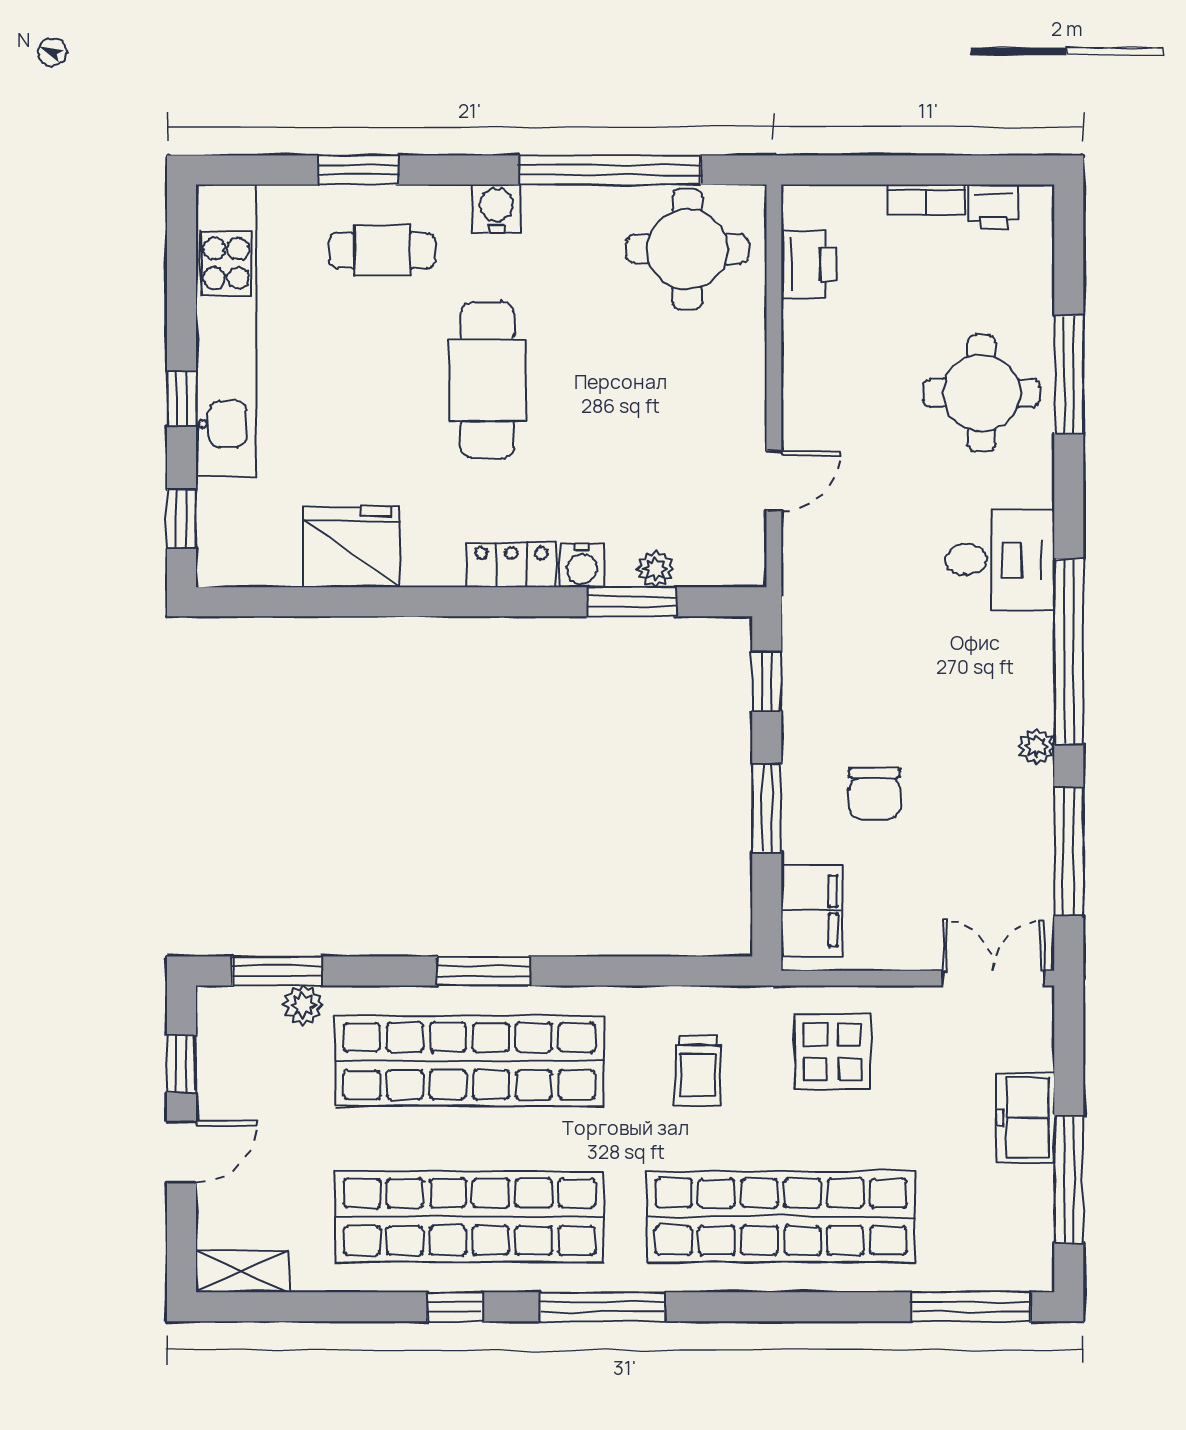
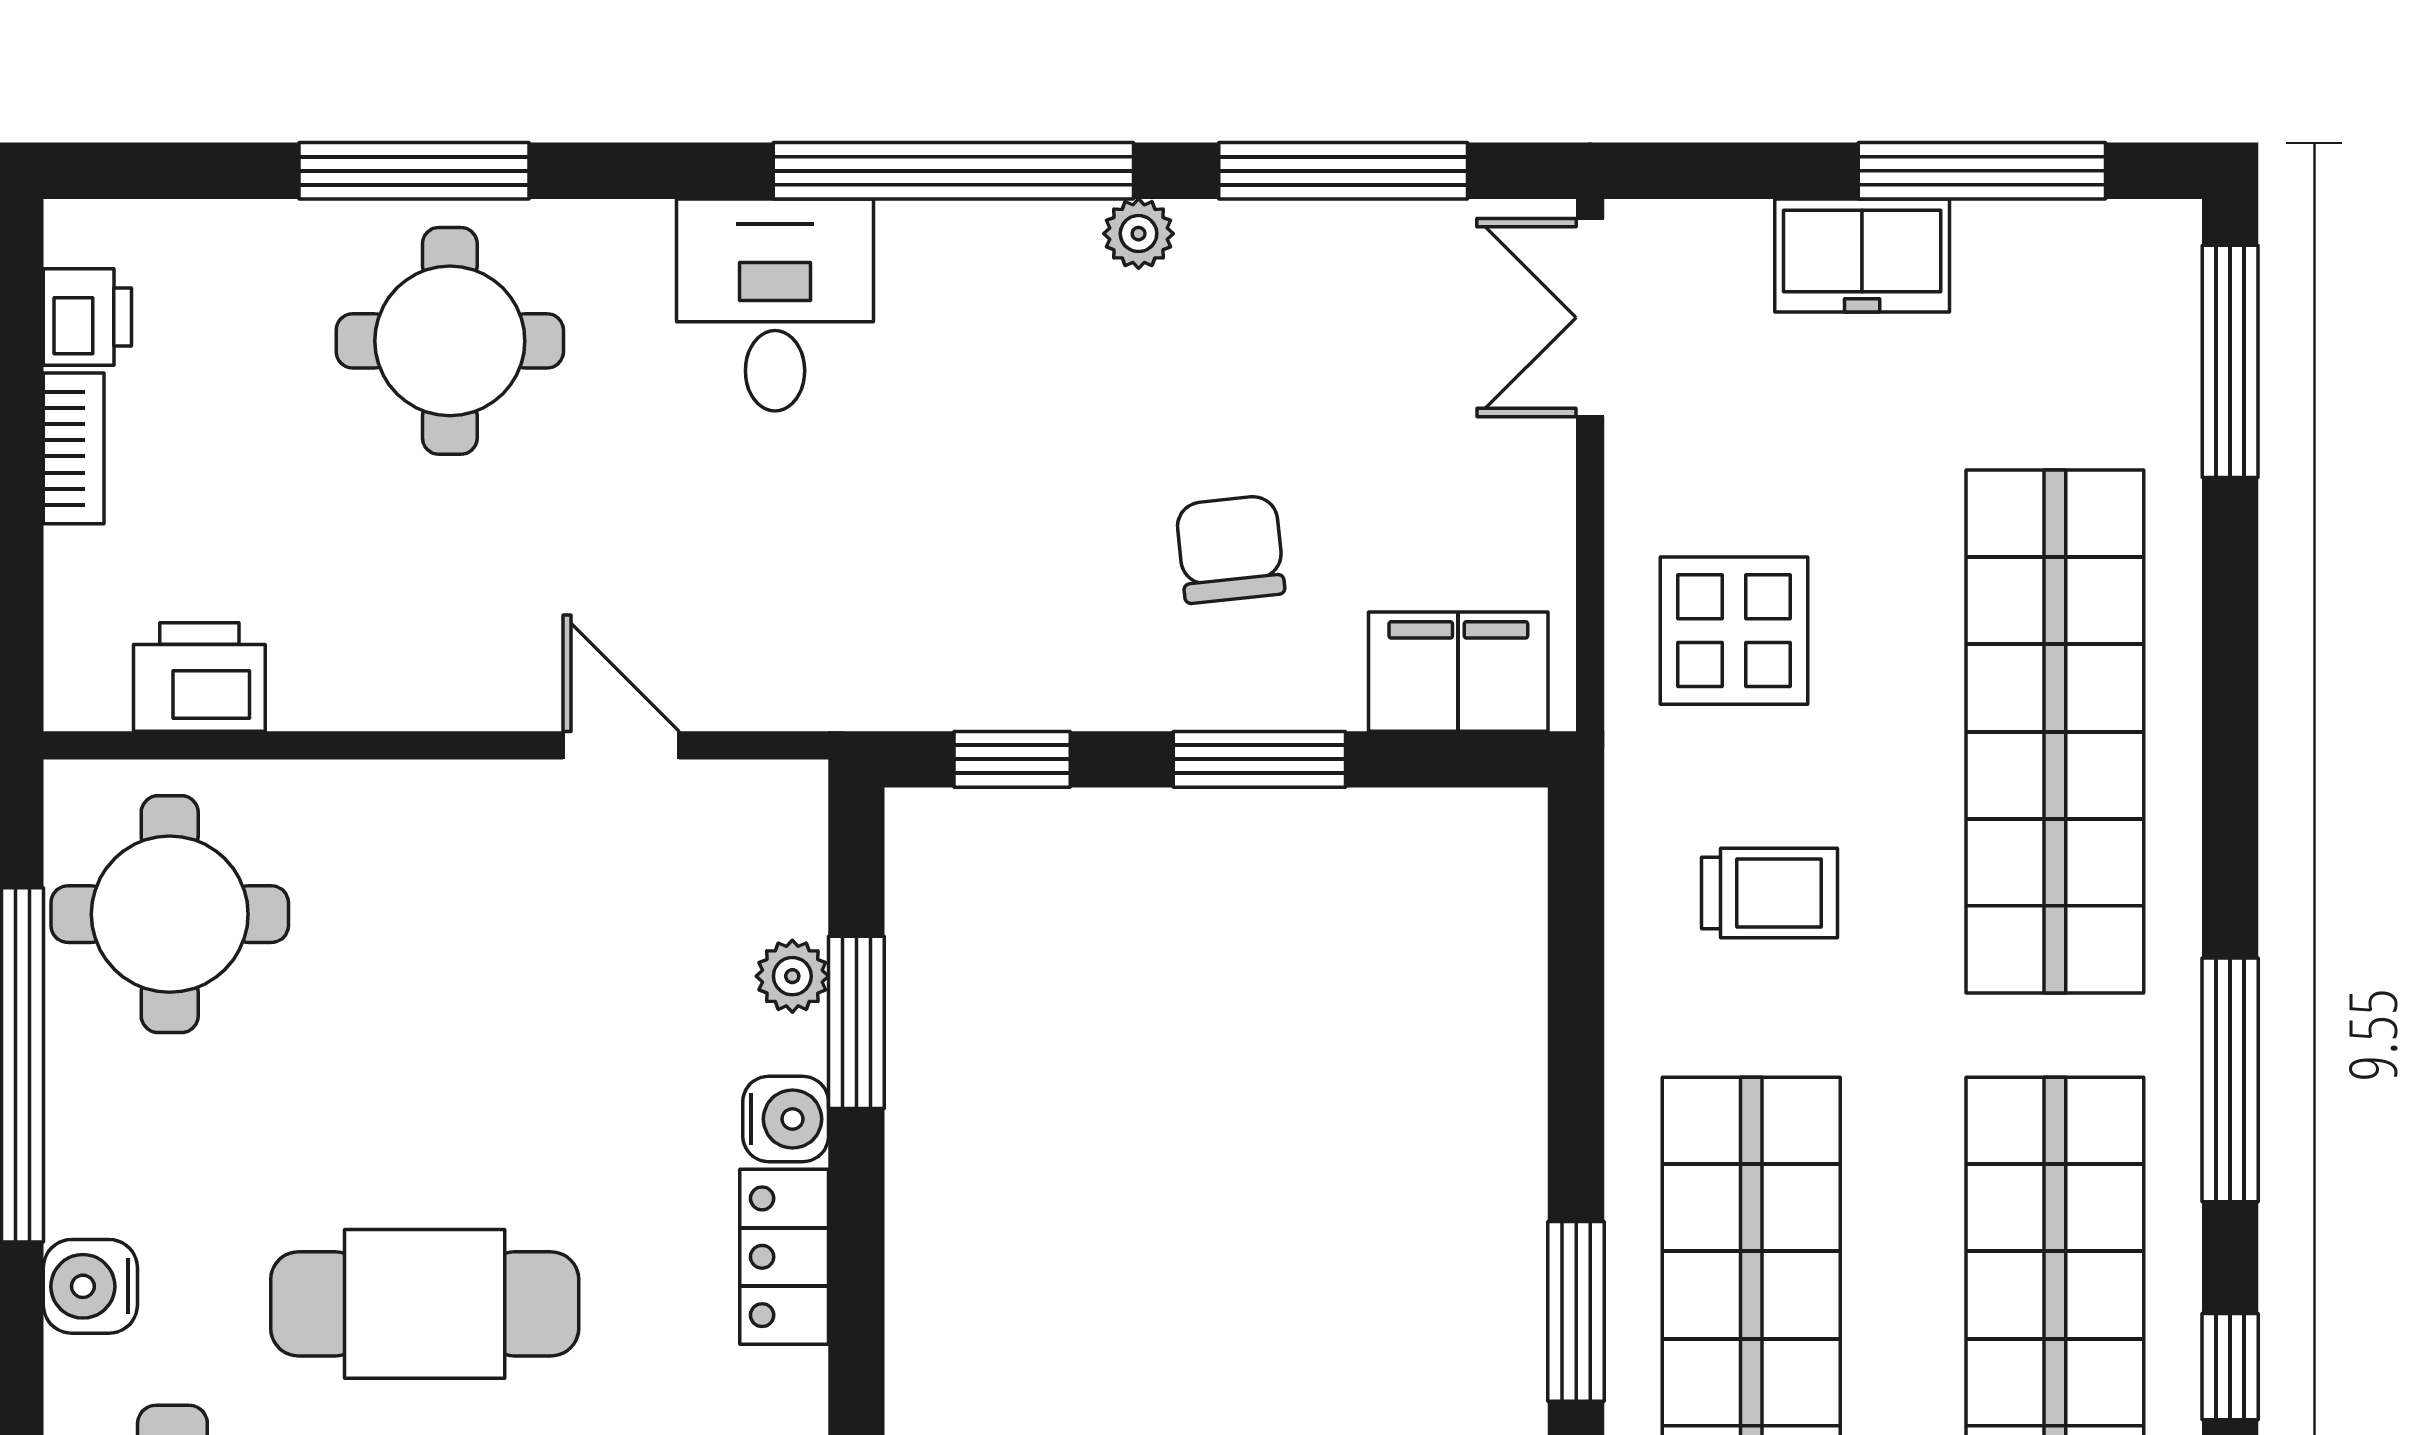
chair: (875, 794) -> (1230, 549), turned -96

